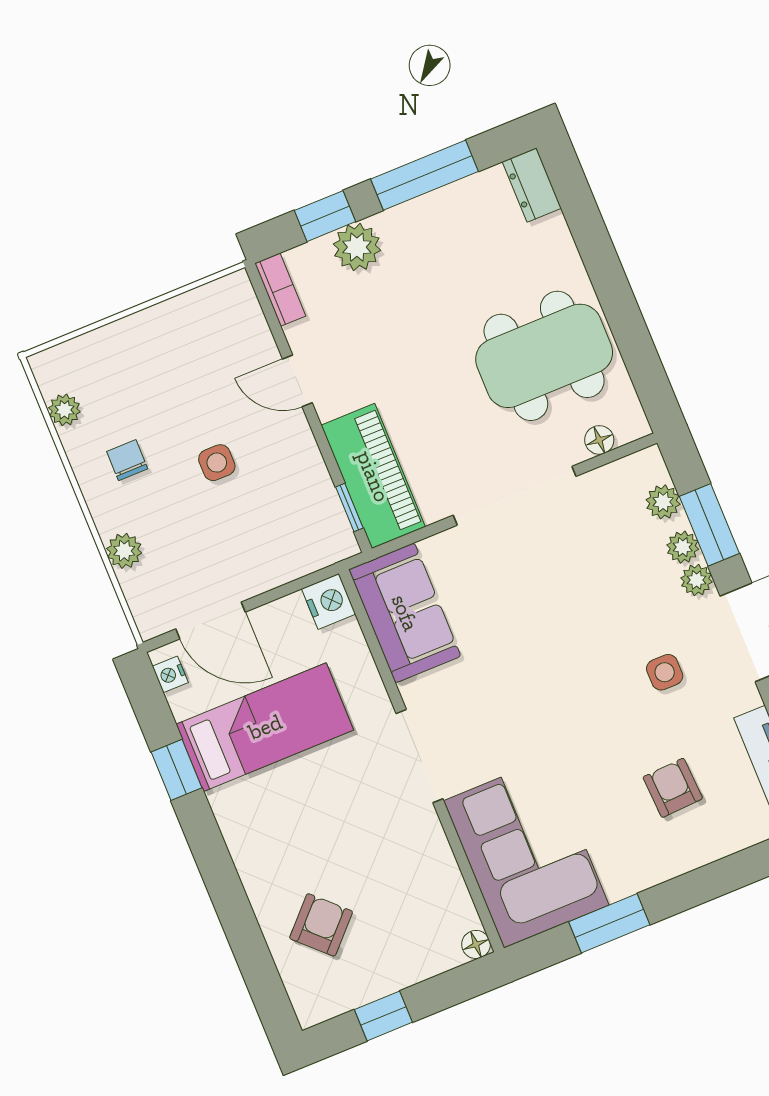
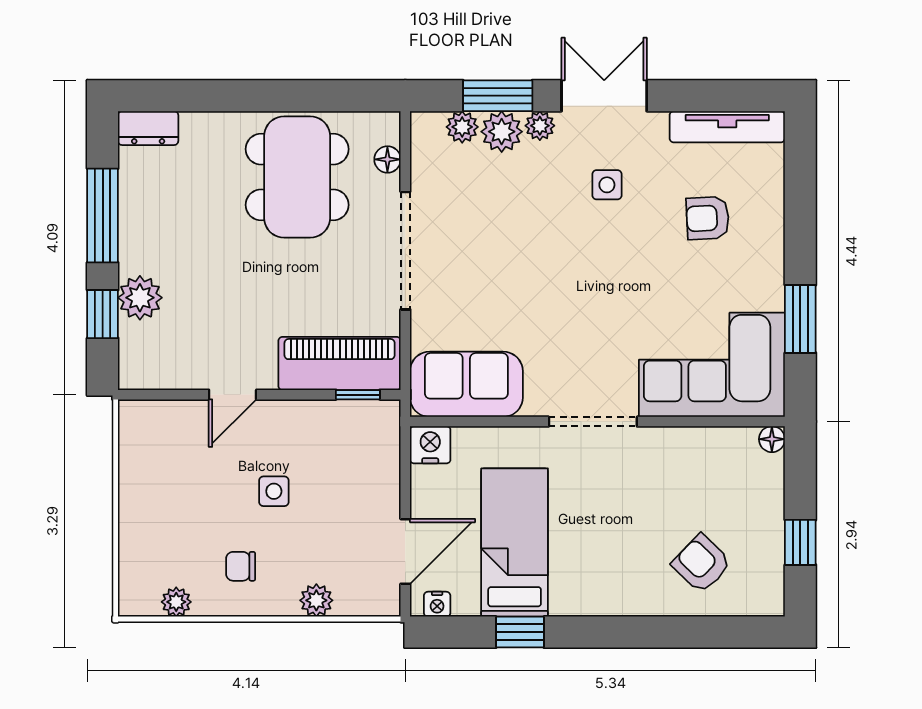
bookcase: (280, 290) -> (149, 377), removed
plant: (683, 547) -> (502, 132), width x1.38, depth x1.38

